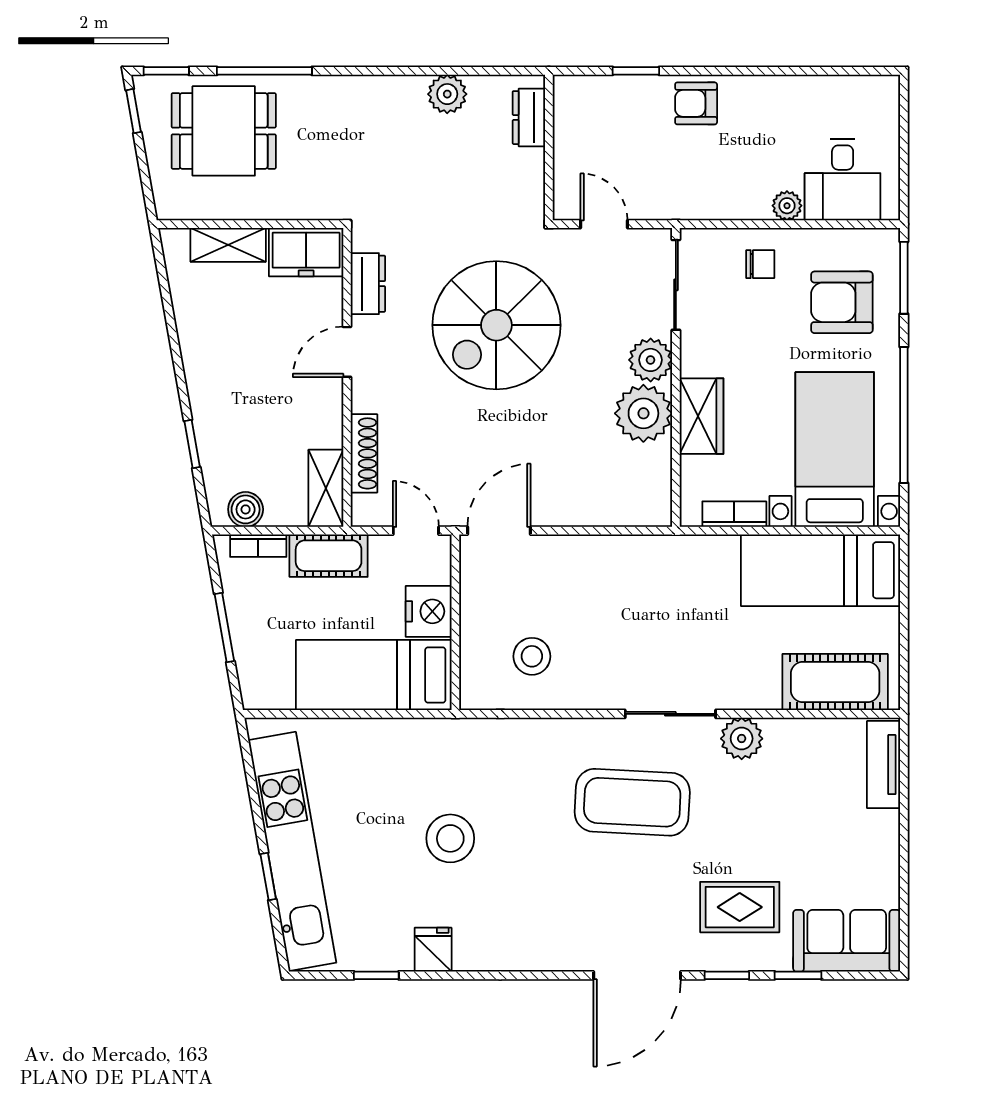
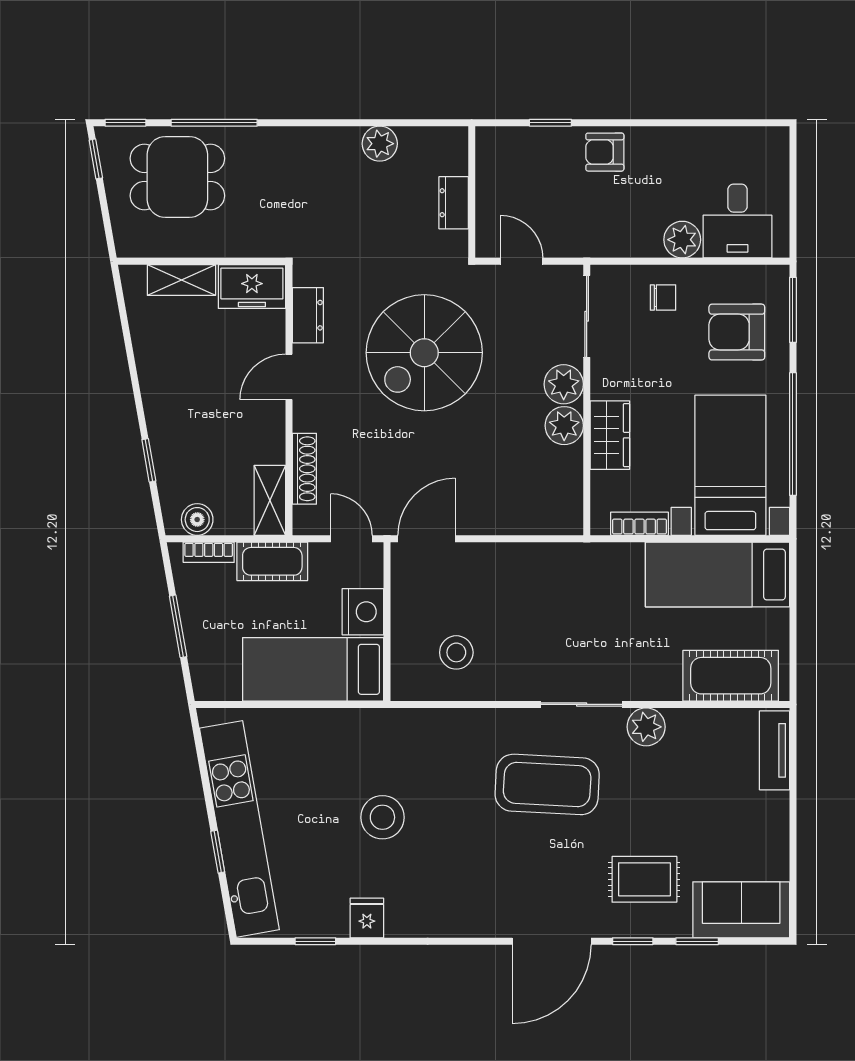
dresser: (529, 118) -> (454, 203), moved
plant: (787, 206) -> (682, 240), width x1.38, depth x1.38
plant: (643, 413) -> (564, 426), width x0.73, depth x0.73

